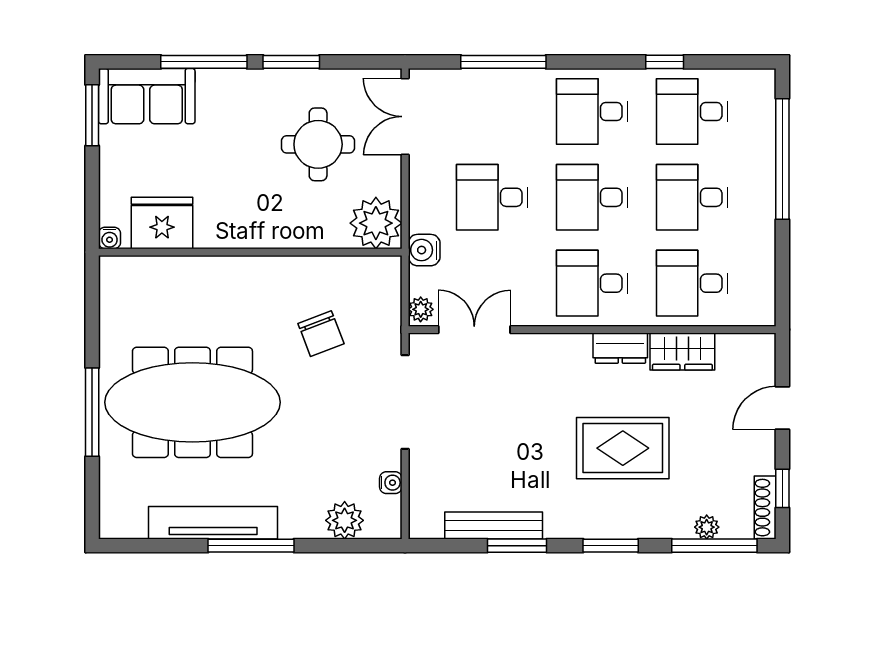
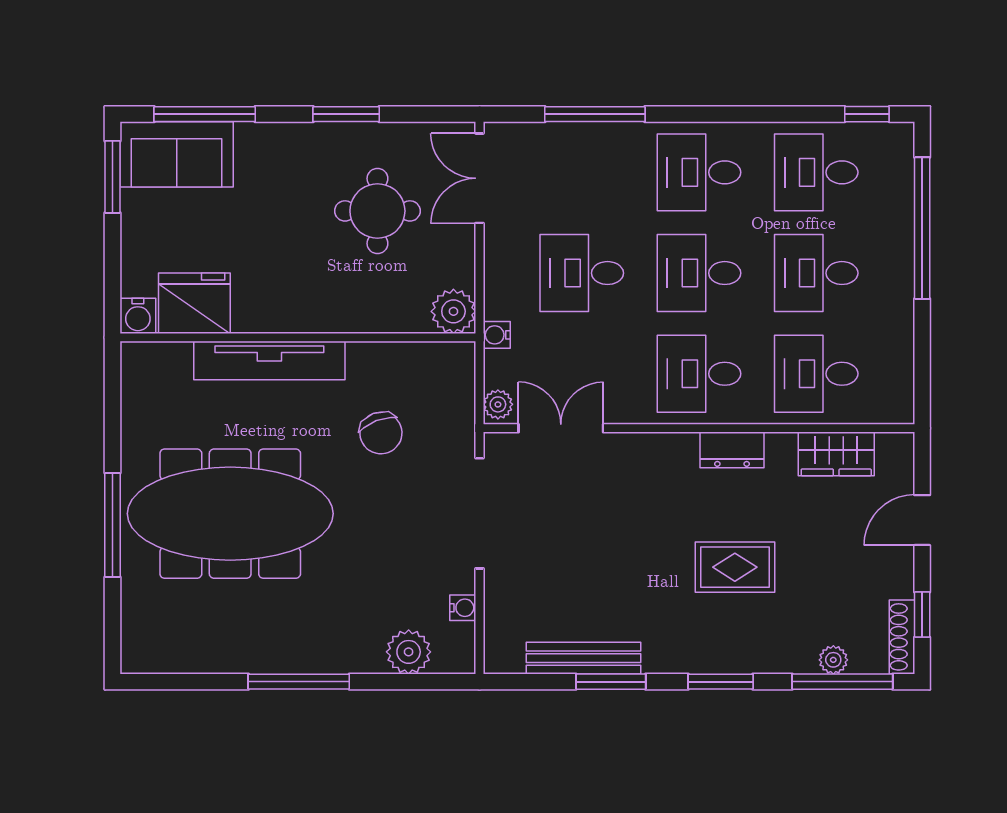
window: (204, 62) -> (205, 114), moved
window: (665, 62) -> (867, 114), moved
plant: (376, 223) -> (453, 311), width x0.73, depth x0.73
water cooler: (110, 238) -> (138, 316), width x1.38, depth x1.38
water cooler: (424, 250) -> (497, 335), width x0.72, depth x0.72
wardrobe: (682, 352) -> (836, 454), moved
rug: (623, 448) -> (735, 567), width x0.73, depth x0.70
tv unit: (213, 523) -> (269, 360), moved, turned 180

